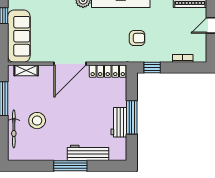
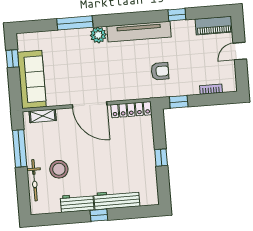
door: (70, 64) -> (90, 105), hinge flipped
window: (132, 117) -> (161, 158), width x0.46
workbench: (119, 122) -> (77, 203), moved, turned 90
window: (70, 166) -> (99, 215), width x0.46

